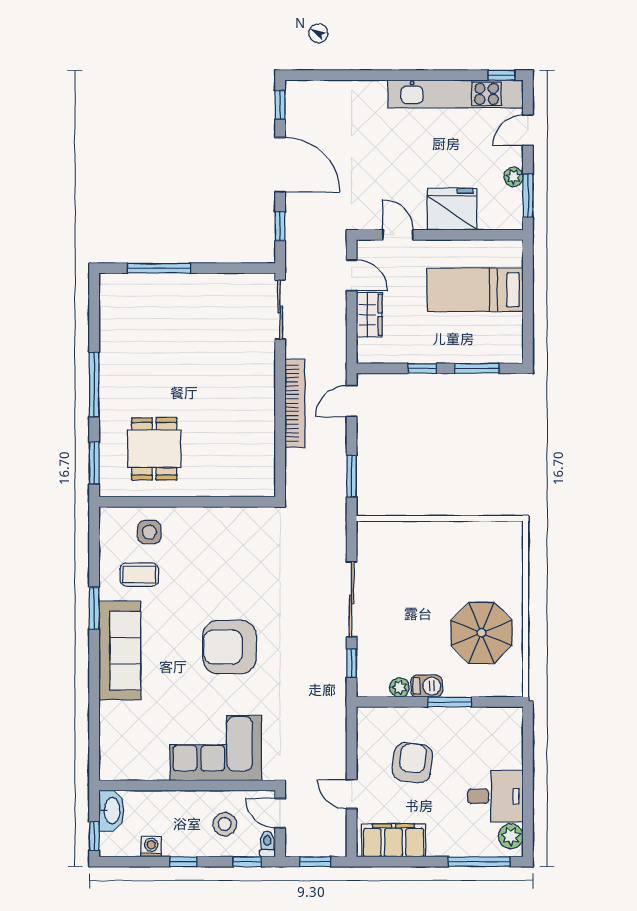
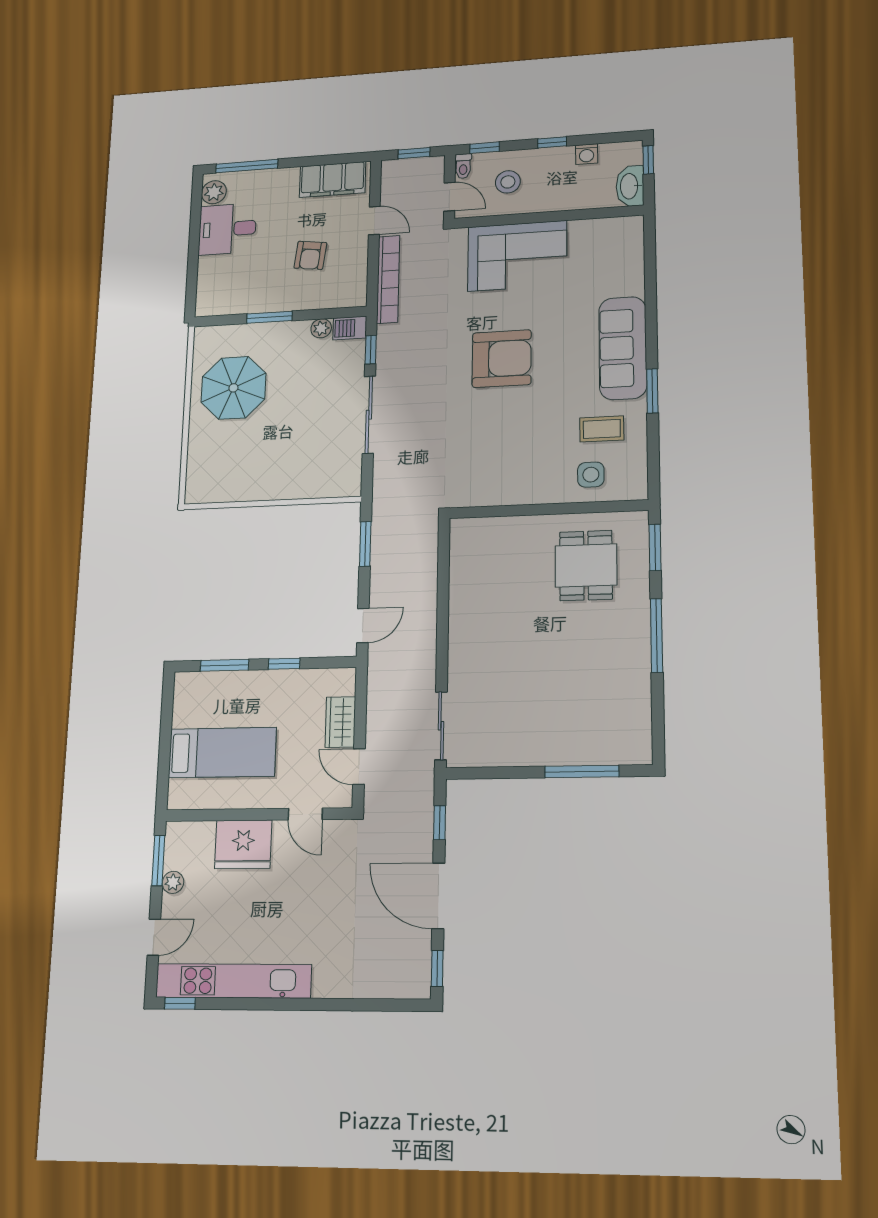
bookcase: (295, 403) -> (388, 279), moved, turned 180
barbecue: (427, 686) -> (350, 328), moved
armchair: (412, 763) -> (310, 255), width x0.72, depth x0.72

